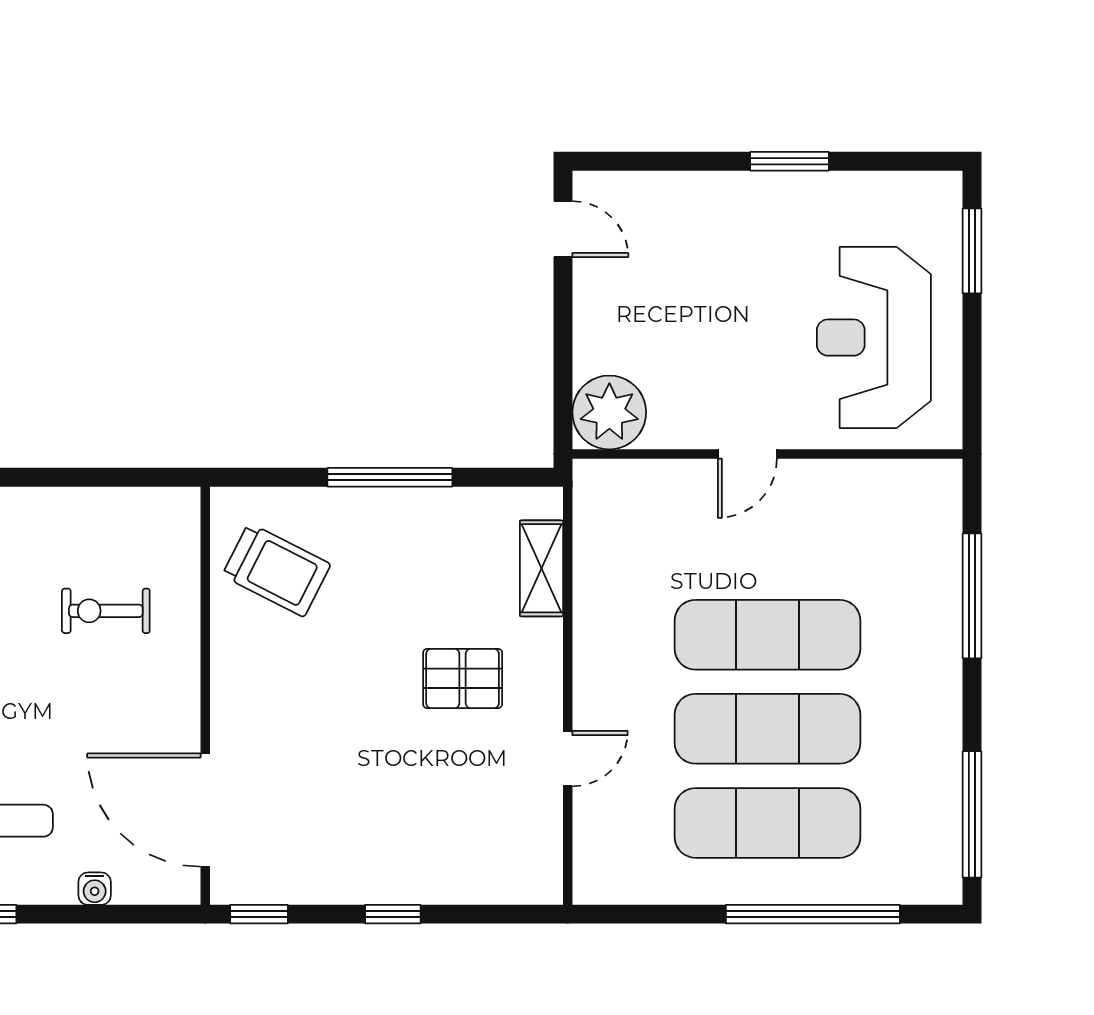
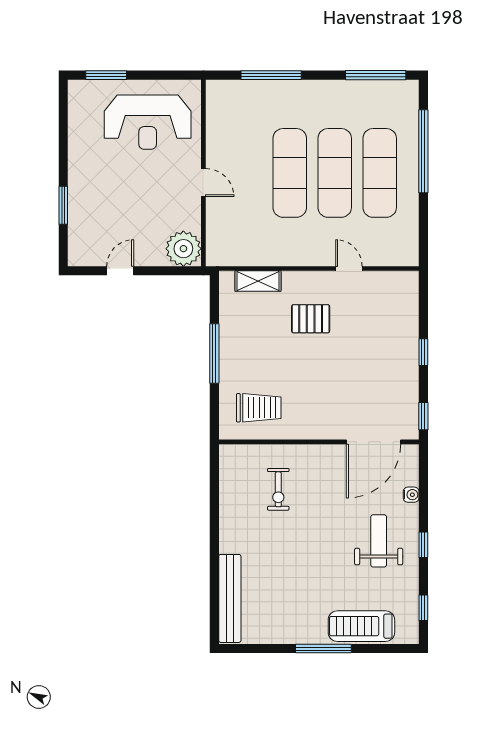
window: (789, 161) -> (63, 205), moved
door: (563, 229) -> (120, 271), moved
trolley: (276, 570) -> (259, 408), turned 63
pallet: (463, 678) -> (311, 319), turned 90

